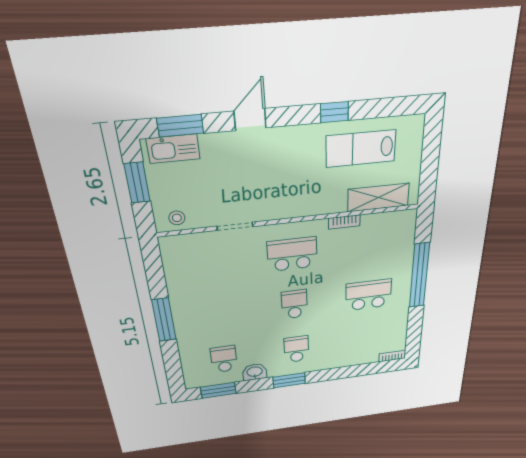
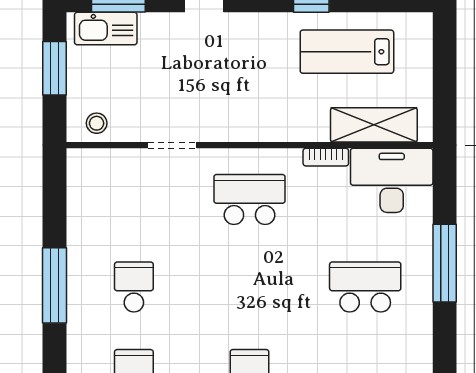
desk: (389, 231) -> (392, 180), added
window: (419, 276) -> (445, 263), width x0.68
school desk: (294, 304) -> (134, 287), moved

